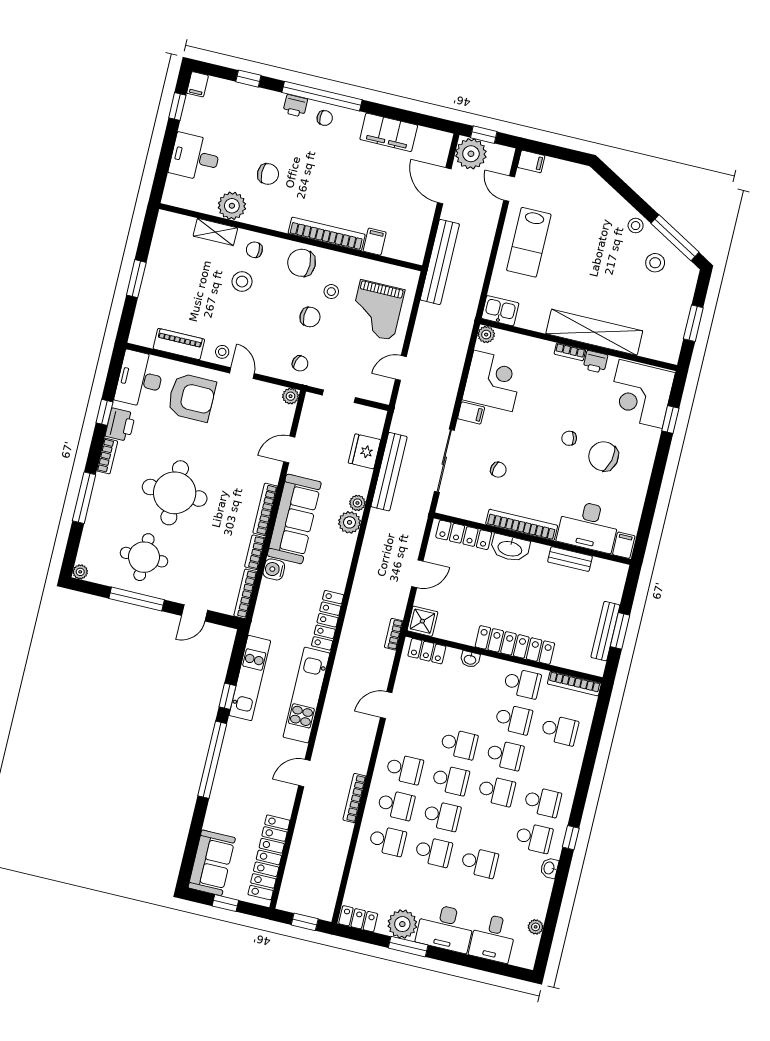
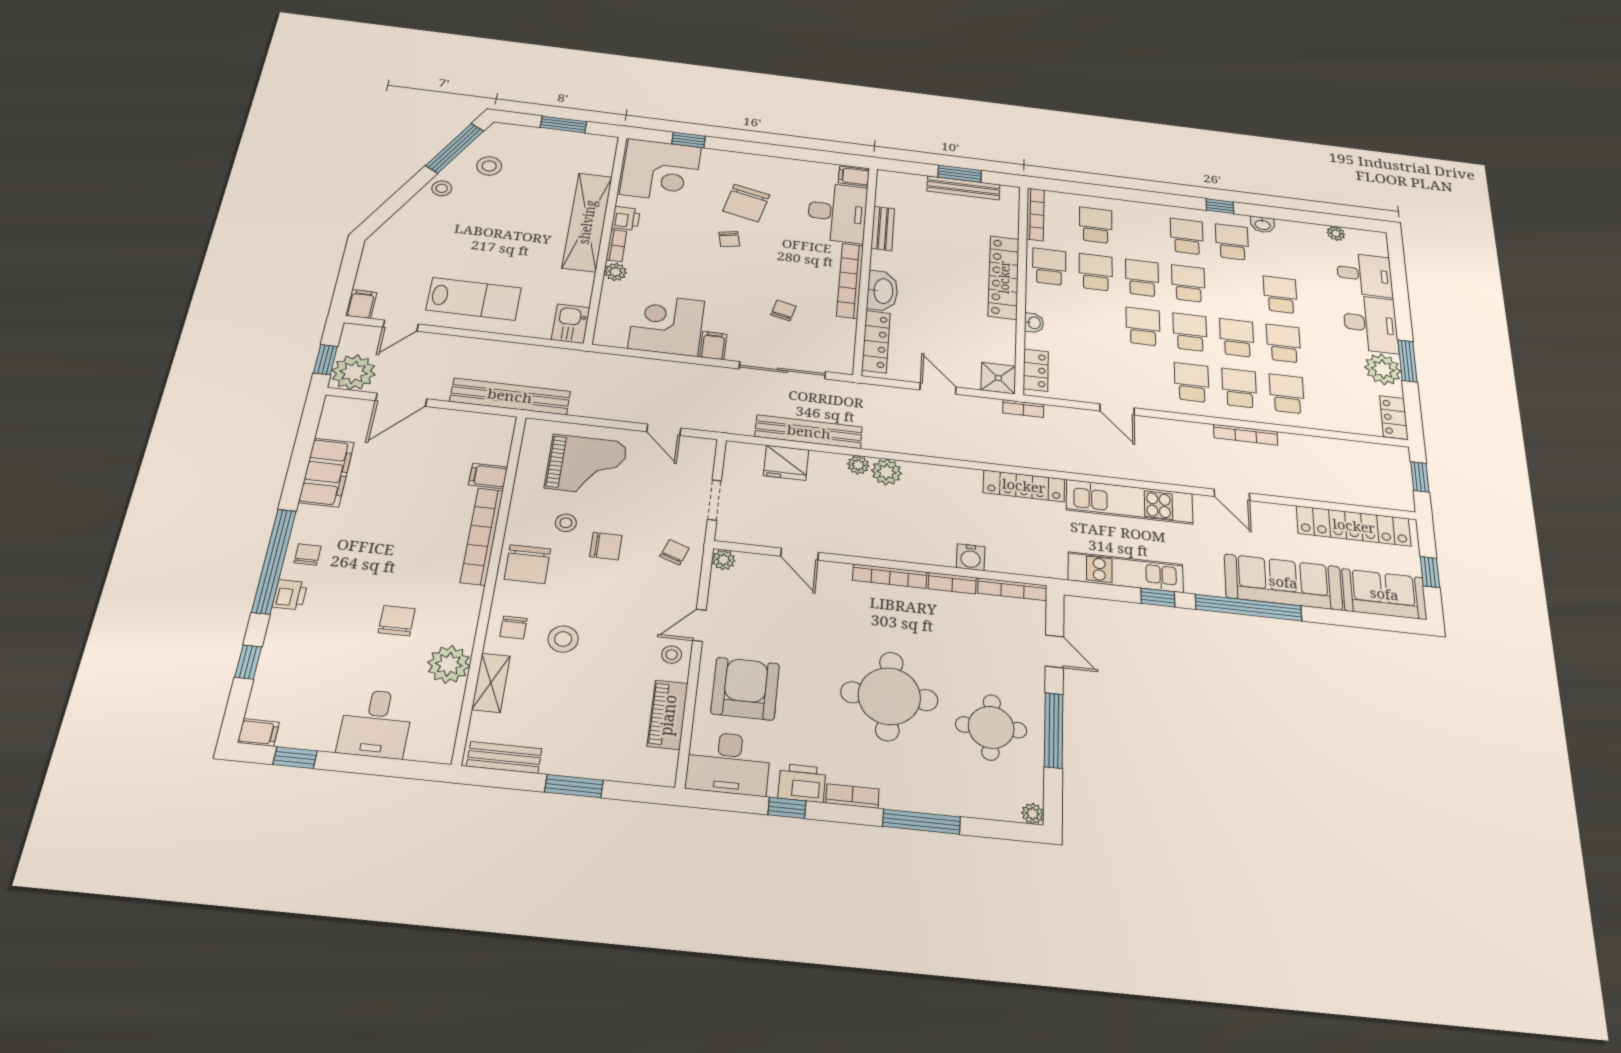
bench: (161, 236) -> (504, 757), added
chair: (310, 317) -> (606, 546), turned 90
plant: (486, 335) -> (616, 272), moved
sofa: (294, 519) -> (1283, 582), moved

